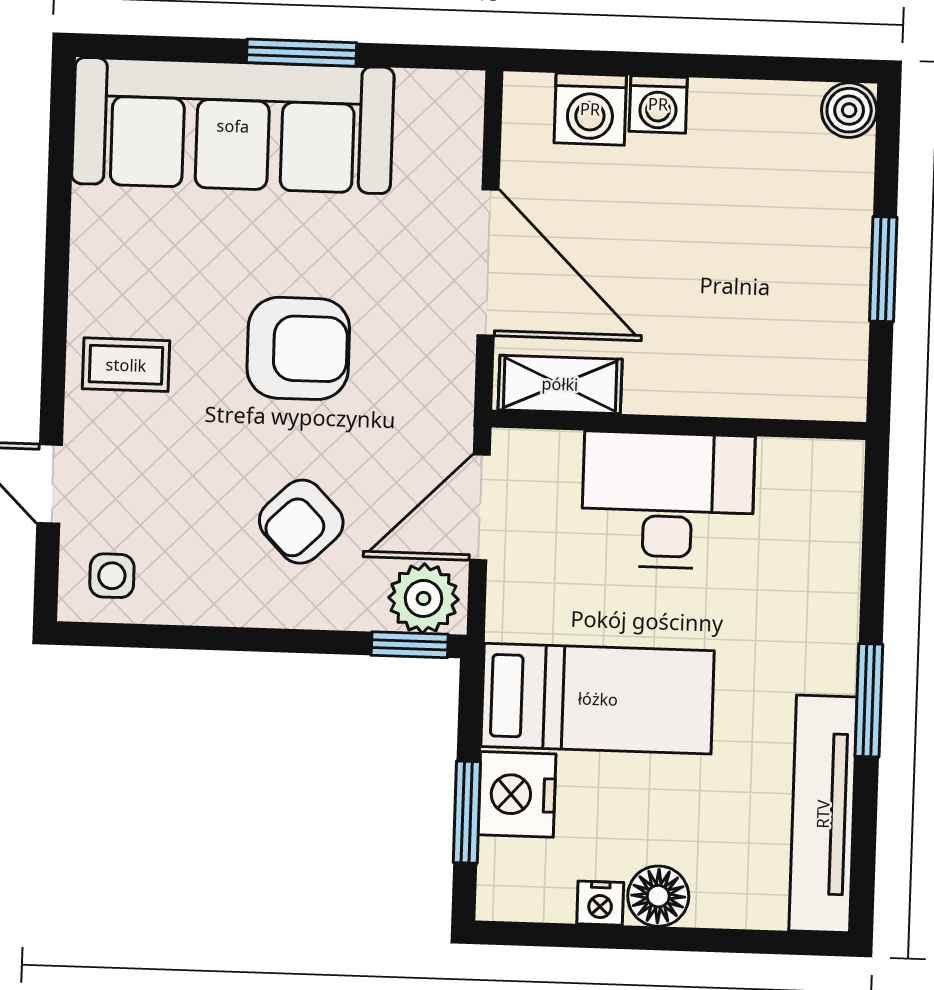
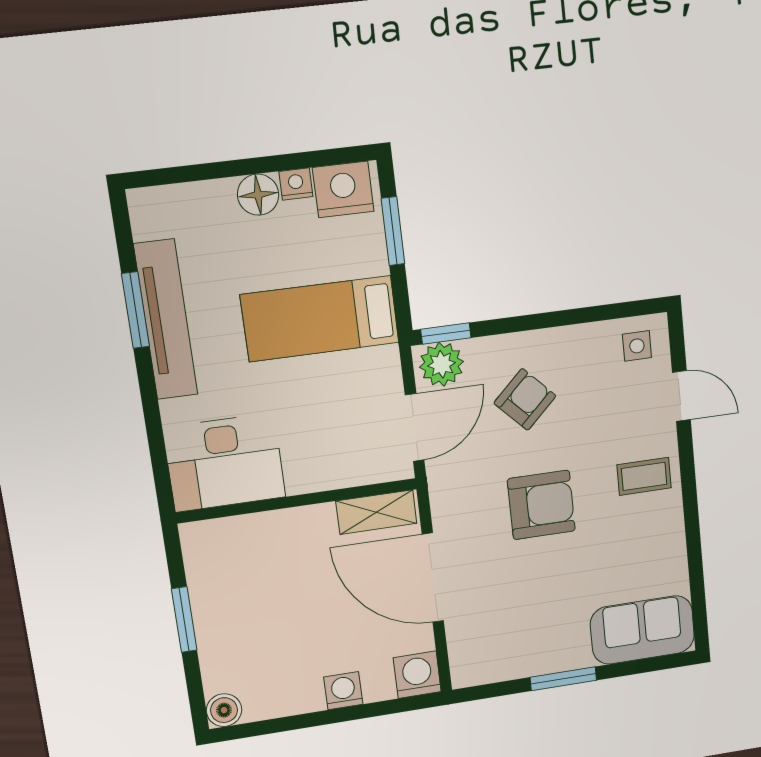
washing machine: (590, 109) -> (417, 675), moved
sofa: (233, 126) -> (642, 630), width x0.54, depth x0.79
armchair: (298, 348) -> (541, 505), turned 180
desk: (668, 500) -> (224, 463), moved
window: (869, 700) -> (135, 310), moved
nightstand: (517, 794) -> (343, 189), moved, turned -90
tv unit: (823, 814) -> (166, 320), moved

